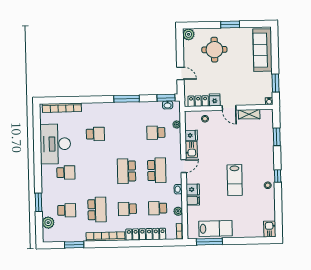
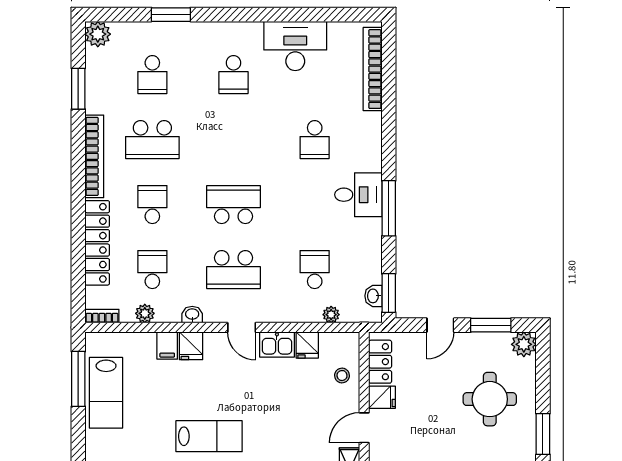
window: (180, 50) -> (491, 325), added
desk: (121, 113) -> (358, 195), added
desk: (55, 144) -> (295, 46), width x0.73, depth x0.77
lab bench: (235, 180) -> (209, 436), turned 180
plant: (48, 223) -> (98, 34), moved

